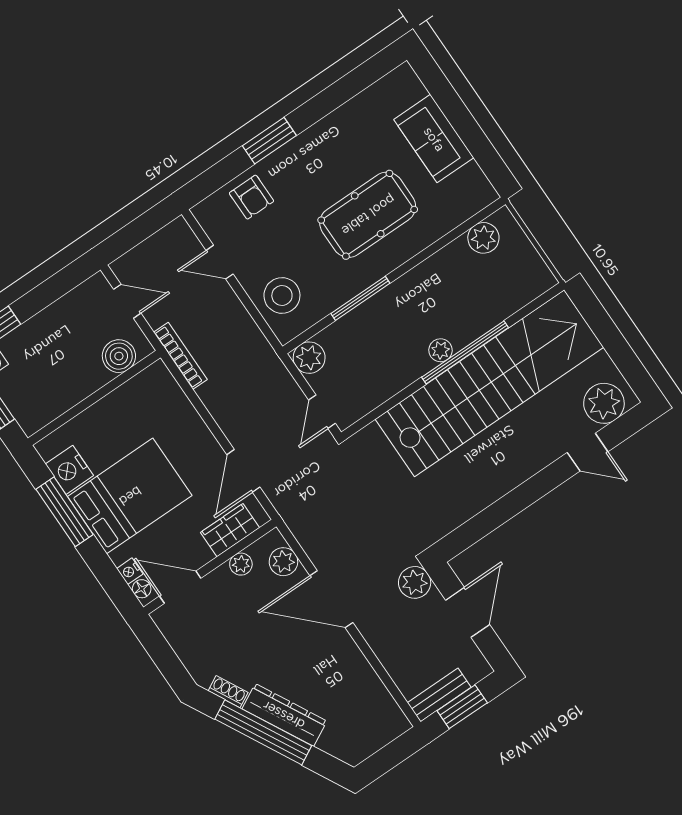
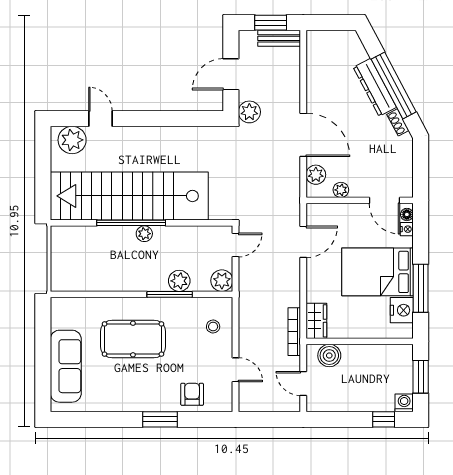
sofa: (434, 139) -> (66, 366), width x1.36
plant: (483, 238) -> (179, 281), moved
stool: (282, 295) -> (213, 327), width x0.53, depth x0.53
wardrobe: (230, 530) -> (316, 321), moved, turned -90

